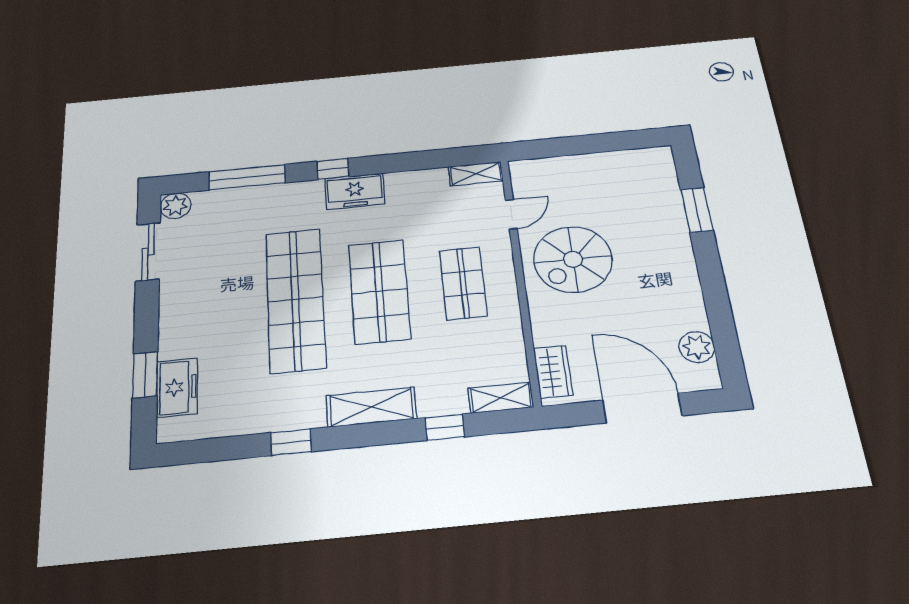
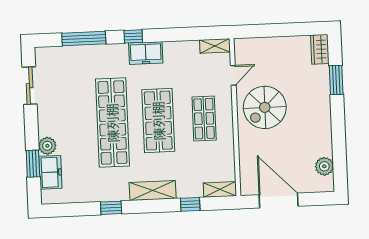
plant: (176, 206) -> (47, 146), moved
wardrobe: (553, 372) -> (320, 49), moved, turned 180
door: (642, 408) -> (279, 201), moved

